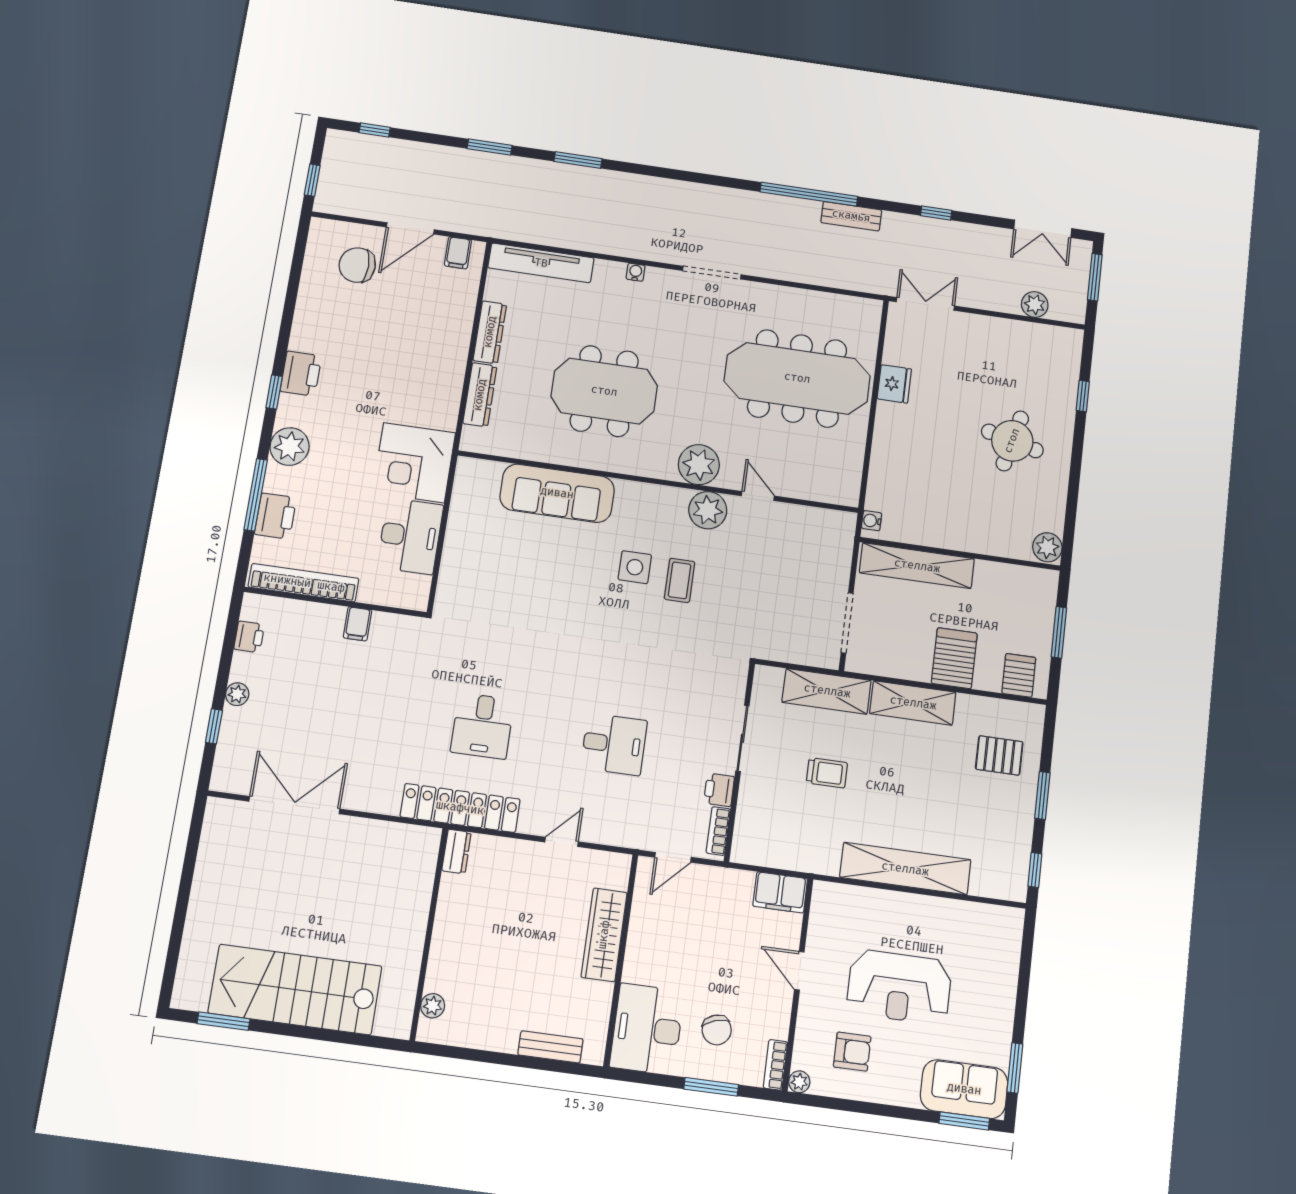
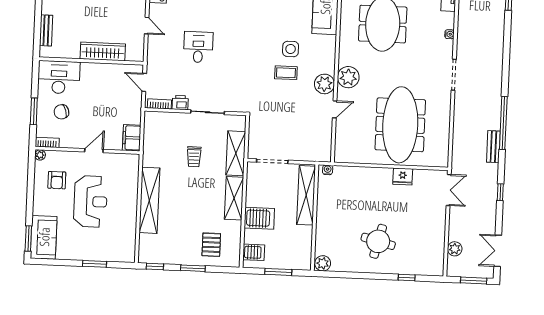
desk: (614, 744) -> (198, 47), turned 180
reception desk: (899, 987) -> (90, 201), turned 180
window: (1015, 1068) -> (94, 264), moved

